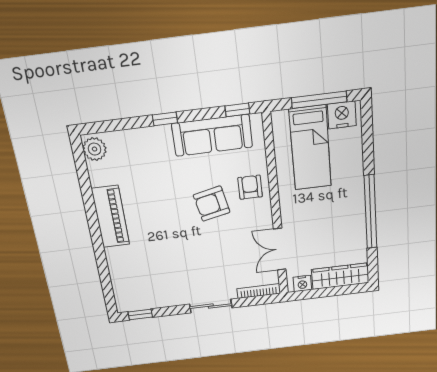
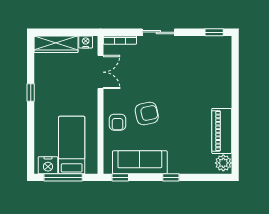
window: (371, 212) -> (31, 93), width x0.32
piano: (111, 217) -> (222, 131), moved

